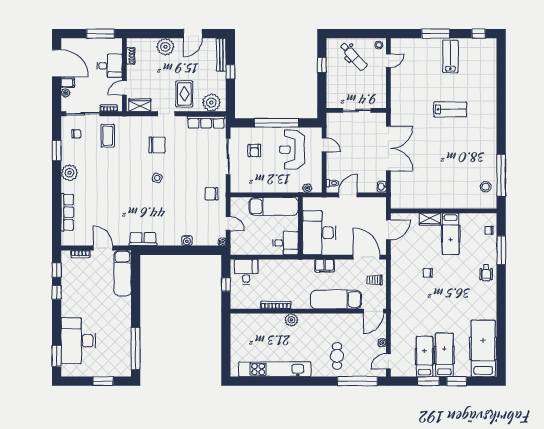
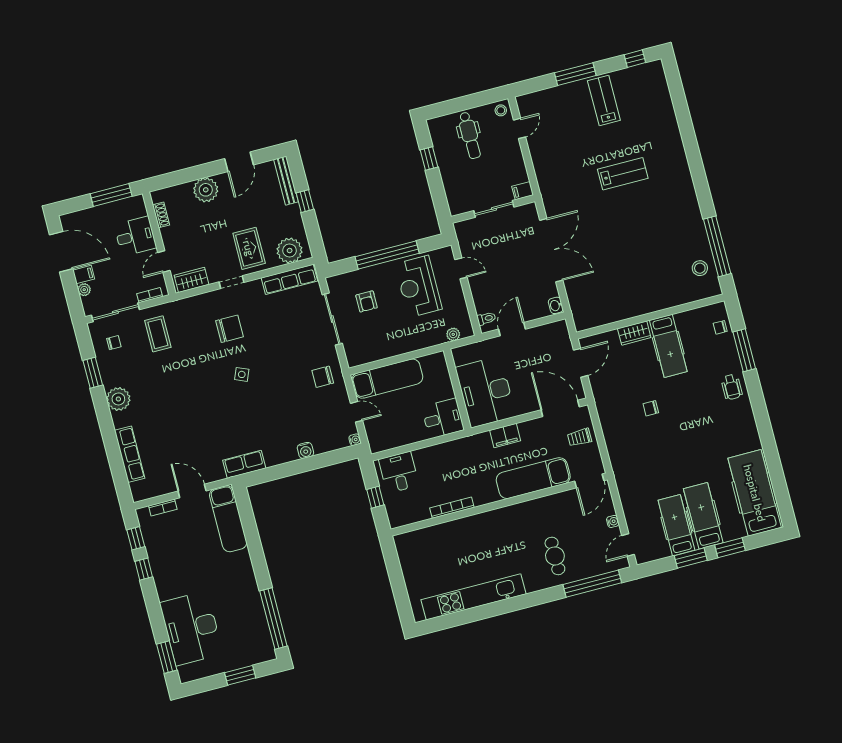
dental chair: (353, 56) -> (470, 135), turned 43
filing cabinet: (379, 103) -> (523, 191), added
exam couch: (274, 206) -> (387, 379), moved
plant: (291, 320) -> (479, 523), removed

